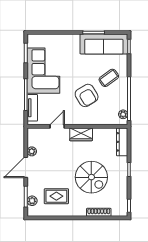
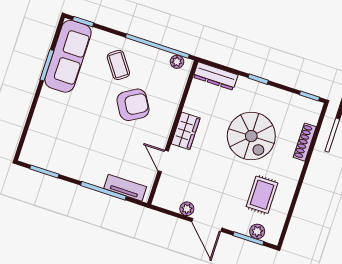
corner sofa: (43, 71) -> (78, 155), removed
spiral stairs: (91, 177) -> (251, 136), turned 90

